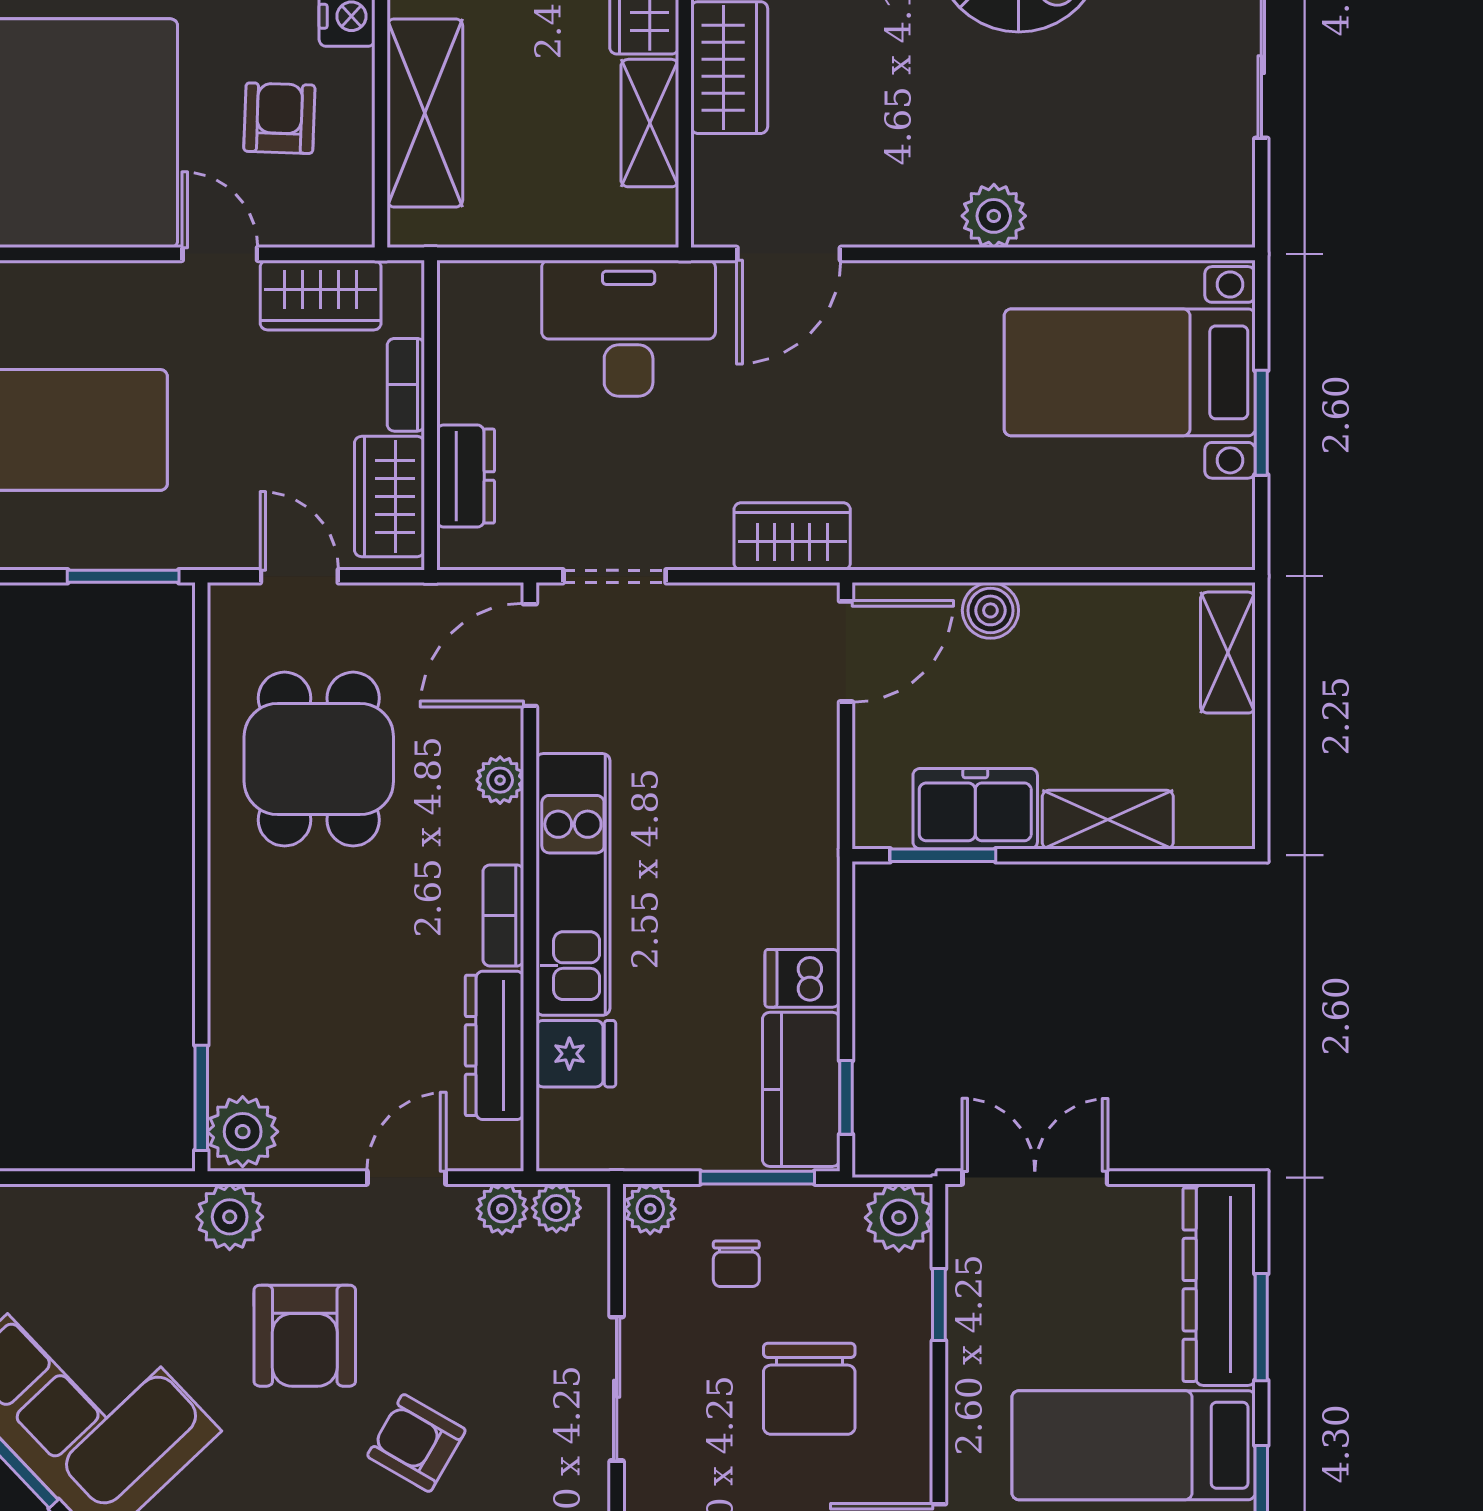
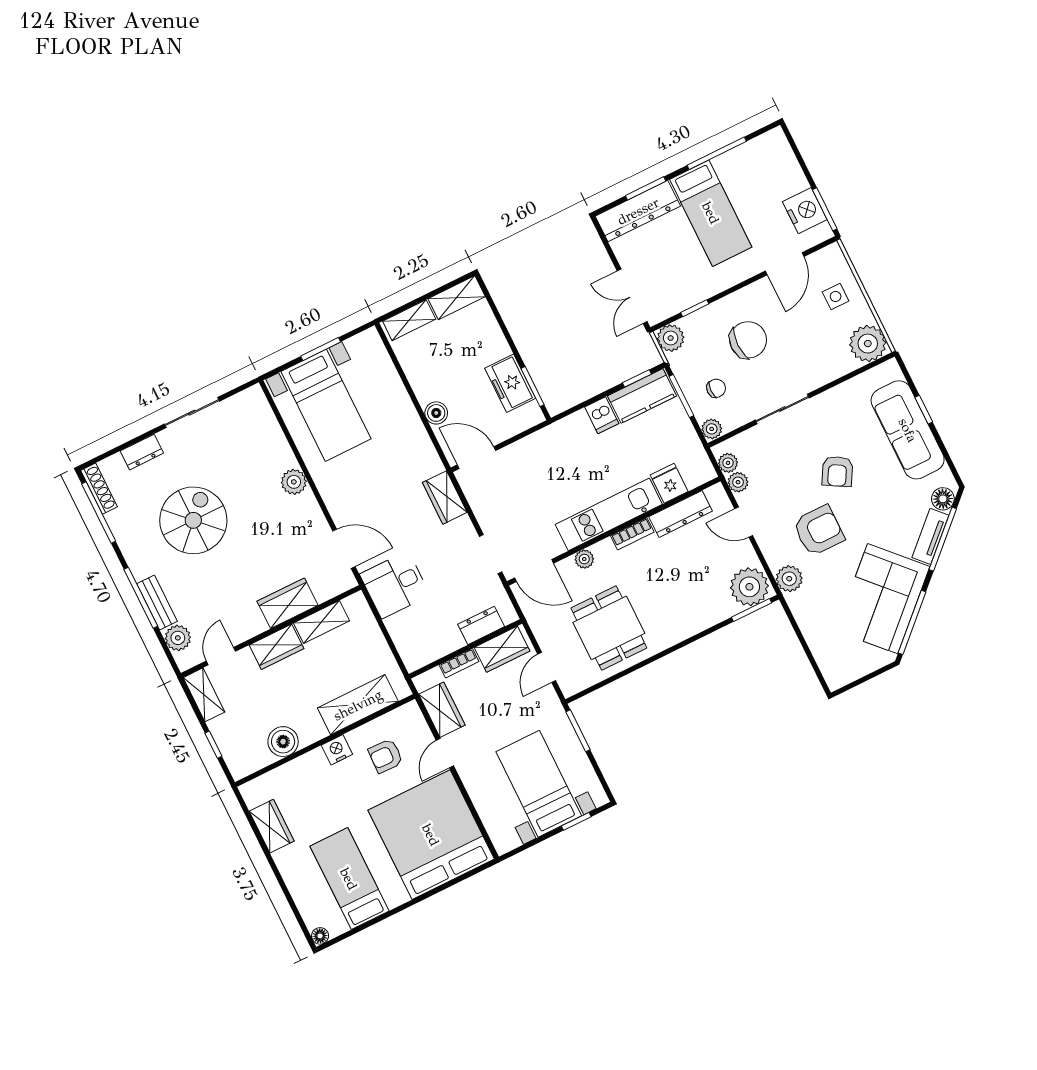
desk: (629, 328) -> (395, 585), width x0.73
dining table: (319, 759) -> (609, 628), turned 90
shelving: (1108, 820) -> (457, 298), moved, turned 90
plant: (243, 1132) -> (749, 587), width x1.36, depth x1.36

